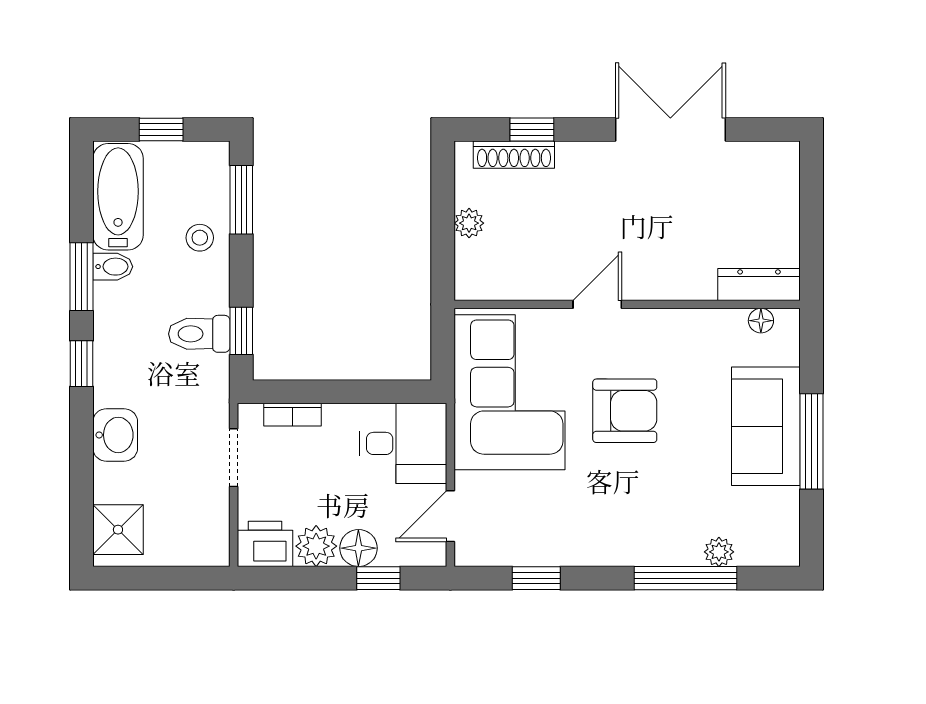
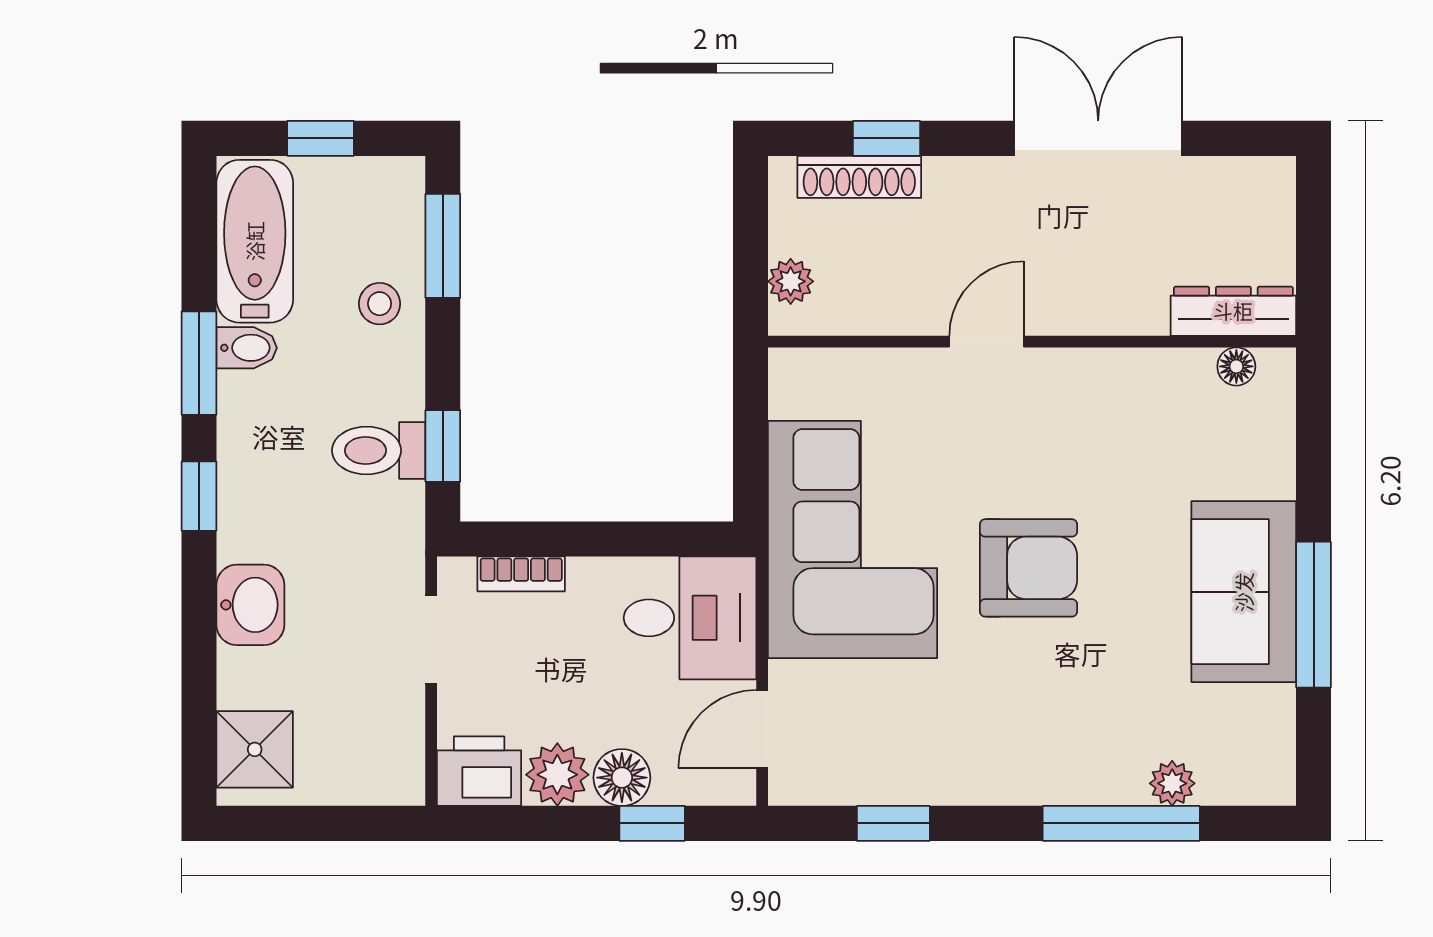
dresser: (759, 284) -> (1233, 311), moved
door: (597, 304) -> (987, 342), moved
wall: (627, 304) -> (1032, 342), moved
floor lamp: (761, 321) -> (1236, 366), moved

